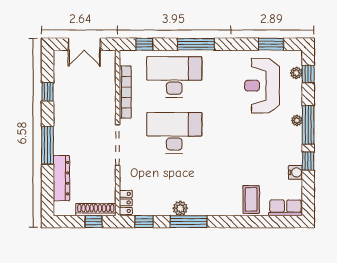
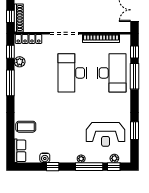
window: (196, 44) -> (135, 76), moved
window: (271, 44) -> (135, 131), moved
reception desk: (262, 86) -> (106, 134), turned 180
window: (308, 125) -> (89, 167), moved
desk: (174, 133) -> (72, 73), turned 180
locker: (126, 202) -> (28, 39), width x1.53
plant: (180, 208) -> (20, 62), moved

